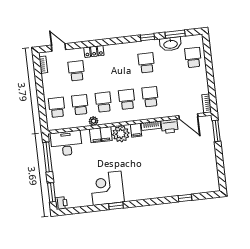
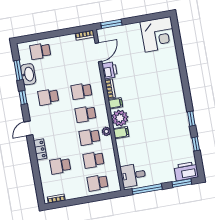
door: (58, 47) -> (28, 128), moved
plant: (93, 121) -> (106, 131), moved
filing cabinet: (101, 135) -> (121, 133), width x0.50
desk: (66, 143) -> (133, 175), width x0.73
corner desk: (107, 188) -> (158, 34), moved, turned -90
window: (185, 198) -> (196, 144), moved
printer: (61, 203) -> (186, 171), width x1.87, depth x1.48

